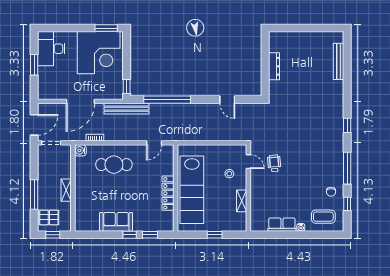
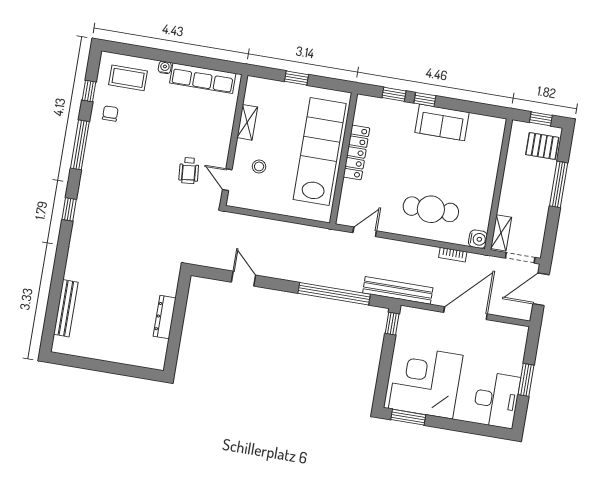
shelving: (66, 190) -> (501, 233), moved
row of seats: (282, 225) -> (203, 78), width x1.48

